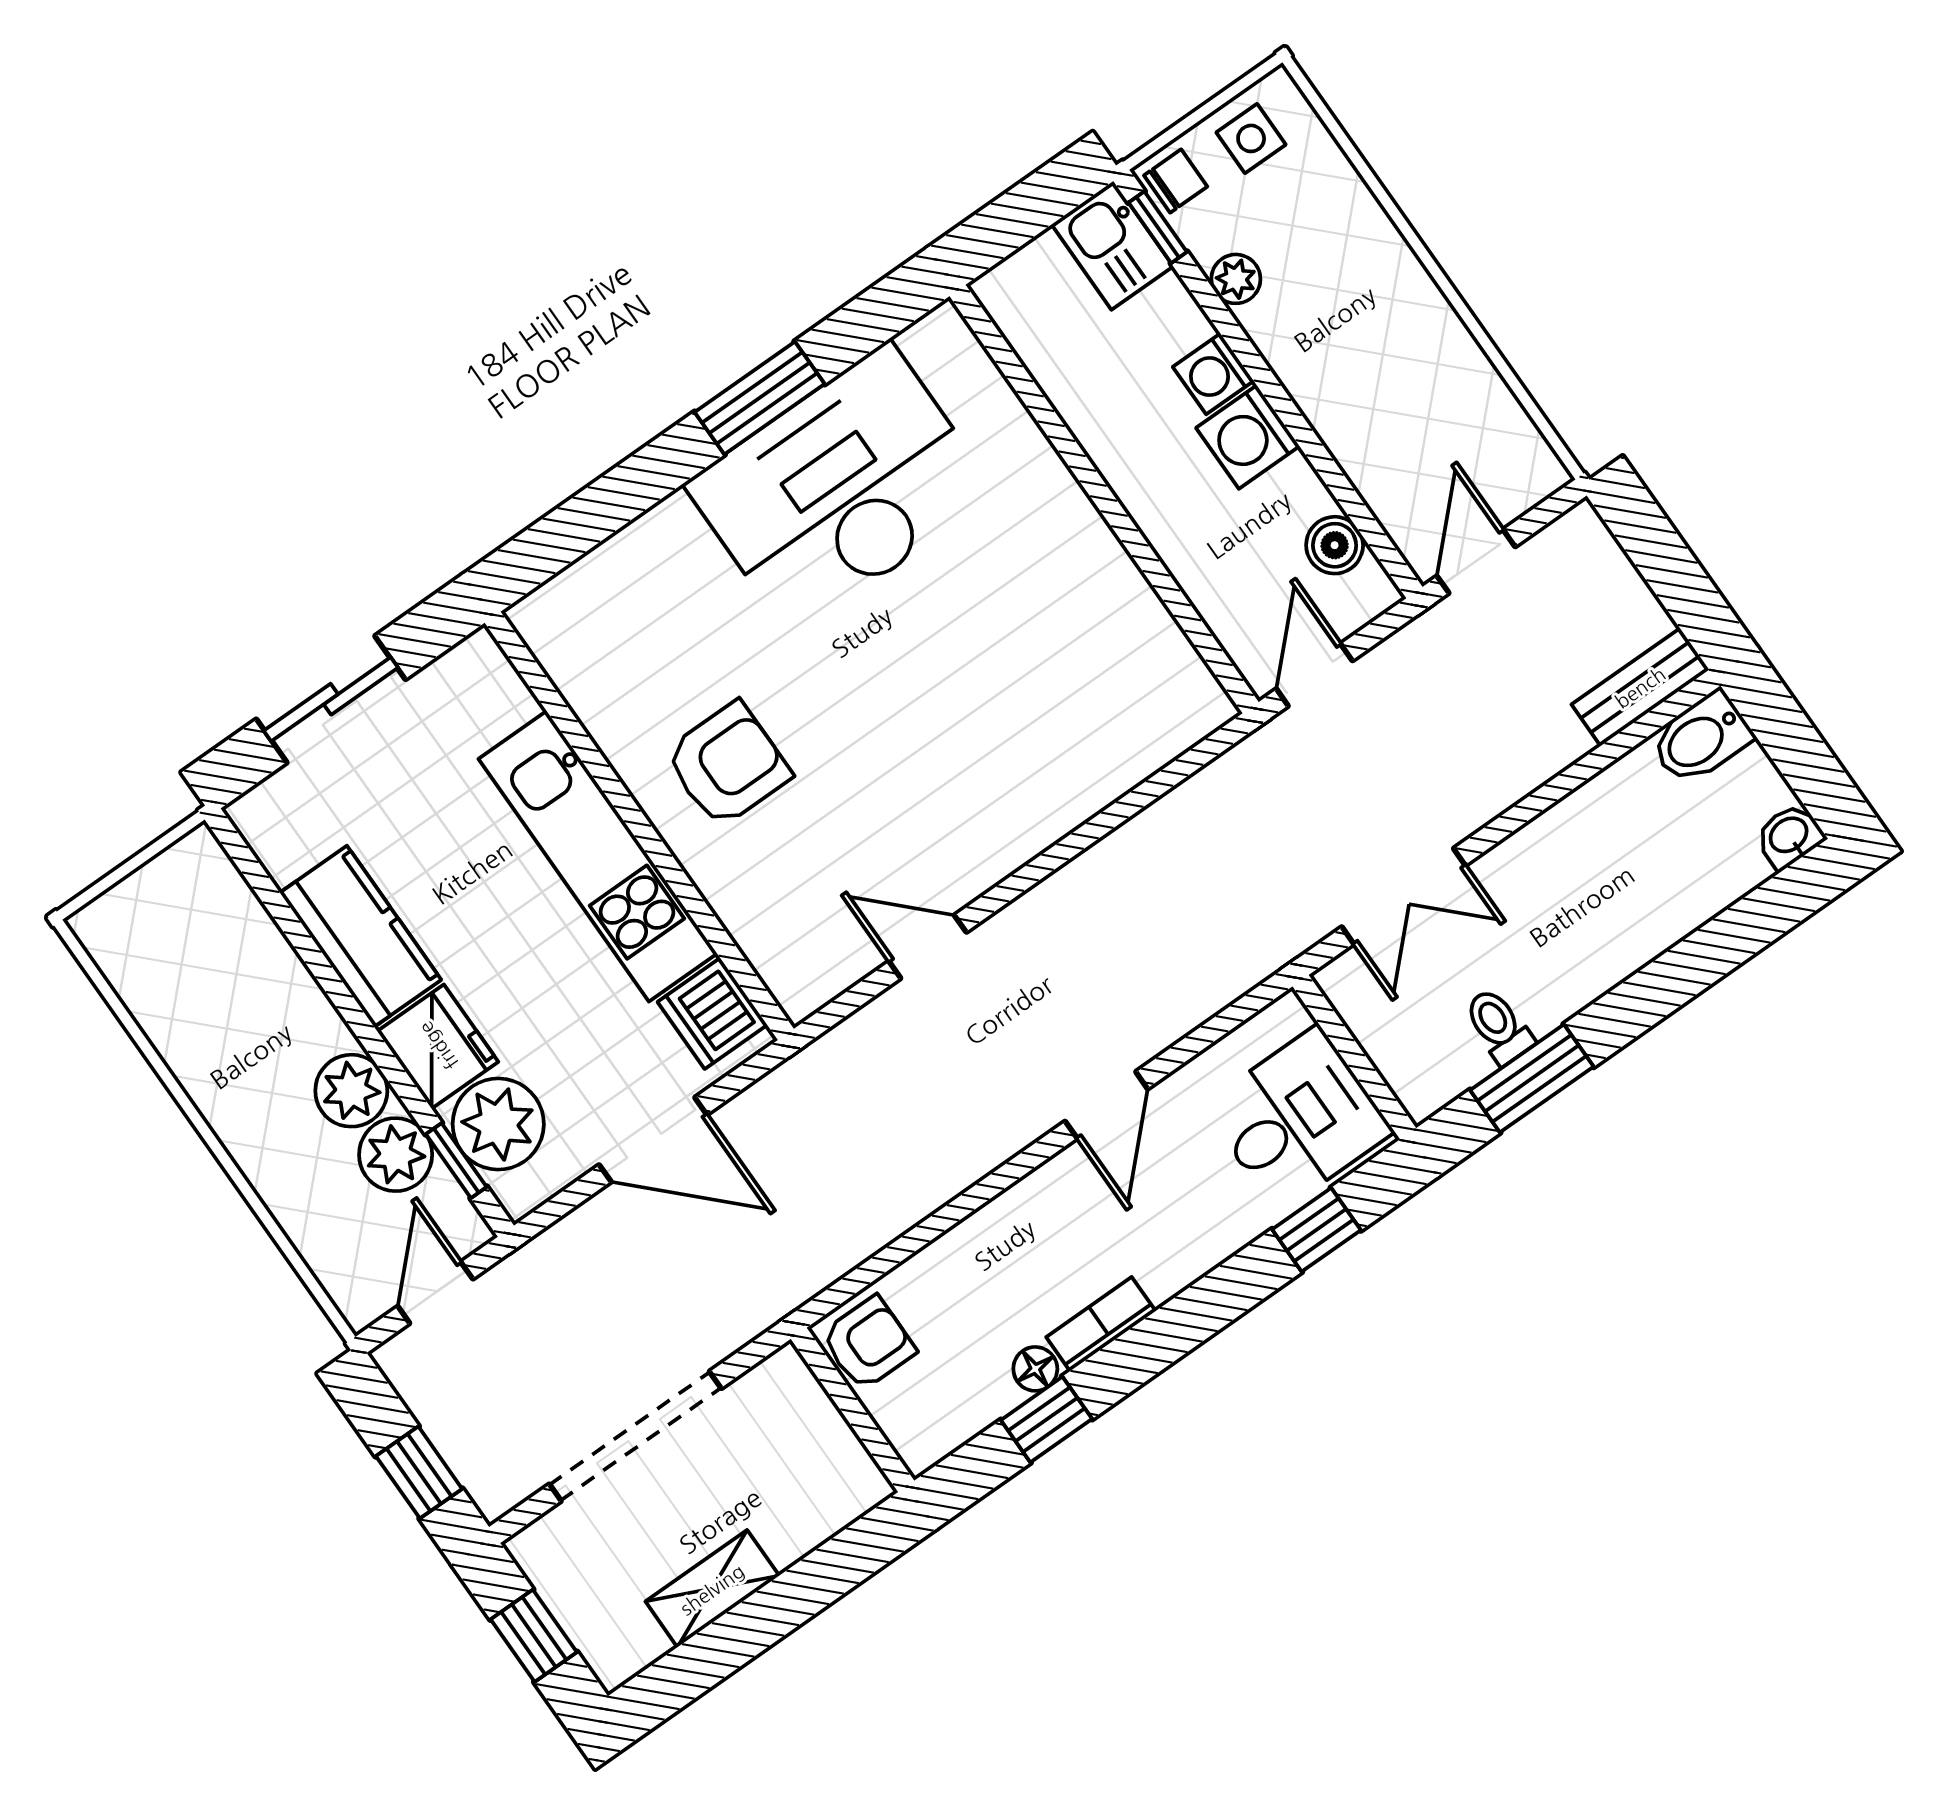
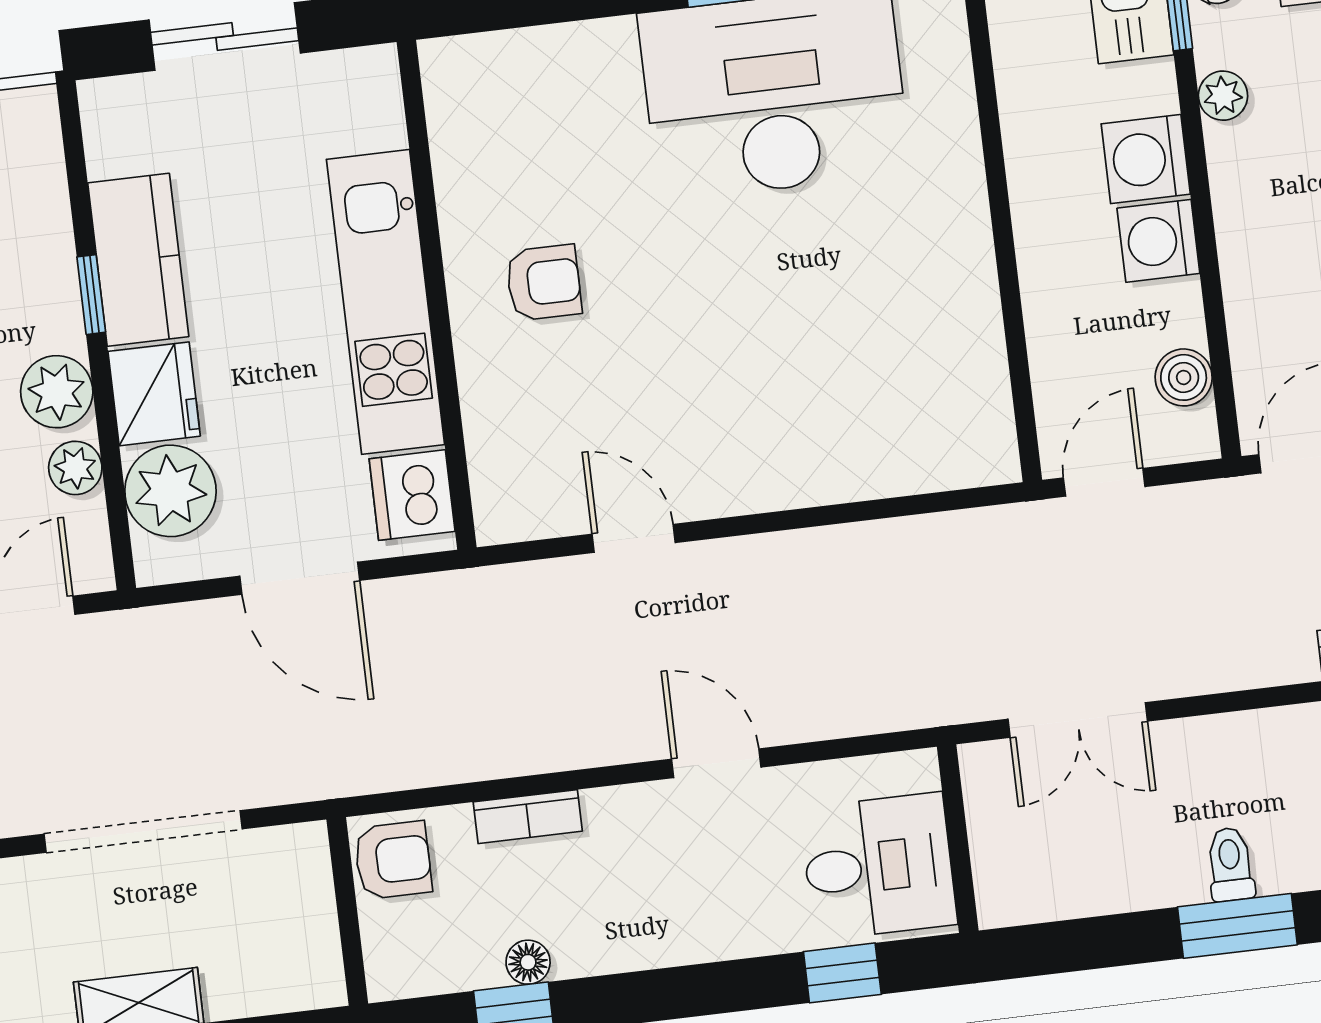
washing machine: (1213, 374) -> (1146, 159), width x1.38, depth x1.38
armchair: (728, 765) -> (544, 283), width x0.72, depth x0.72
toilet: (1499, 1026) -> (1230, 864), moved
window: (1532, 1078) -> (1237, 926), moved
door: (1106, 1105) -> (716, 763), swing flipped
plant: (396, 1155) -> (75, 468), width x0.73, depth x0.73
window: (456, 1161) -> (91, 295), moved
bookcase: (1101, 1324) -> (528, 817), moved, turned 180

